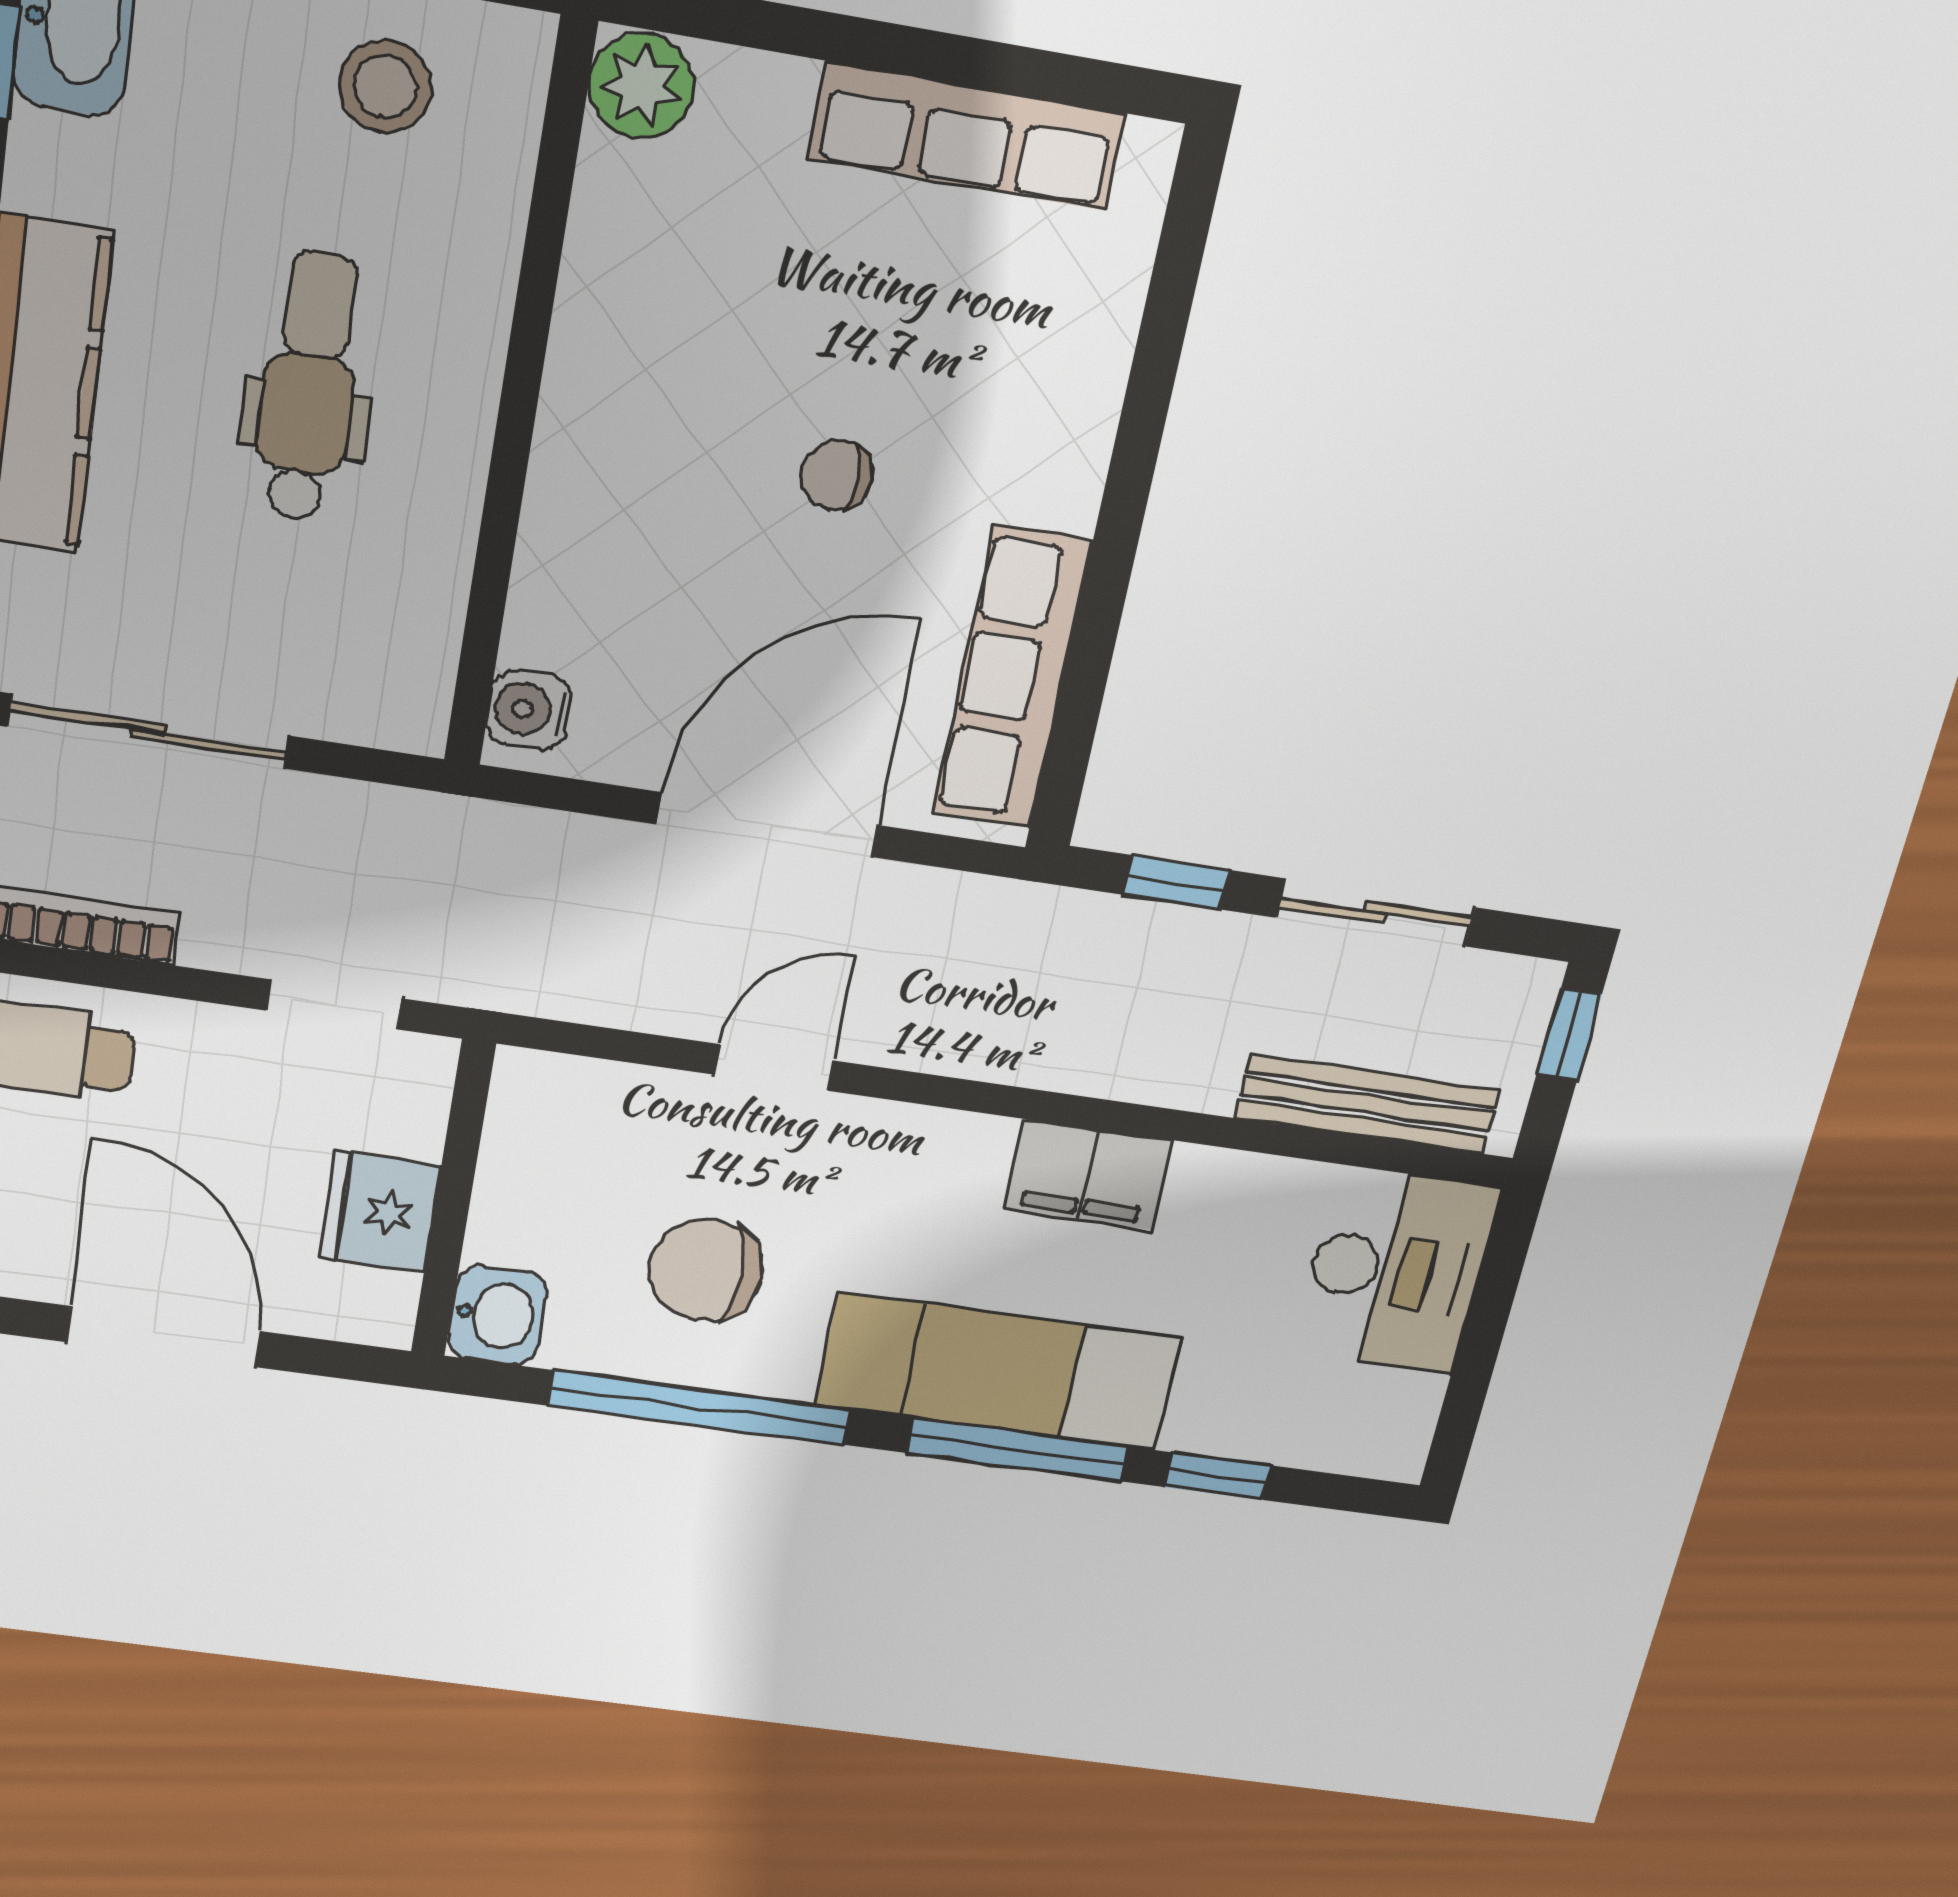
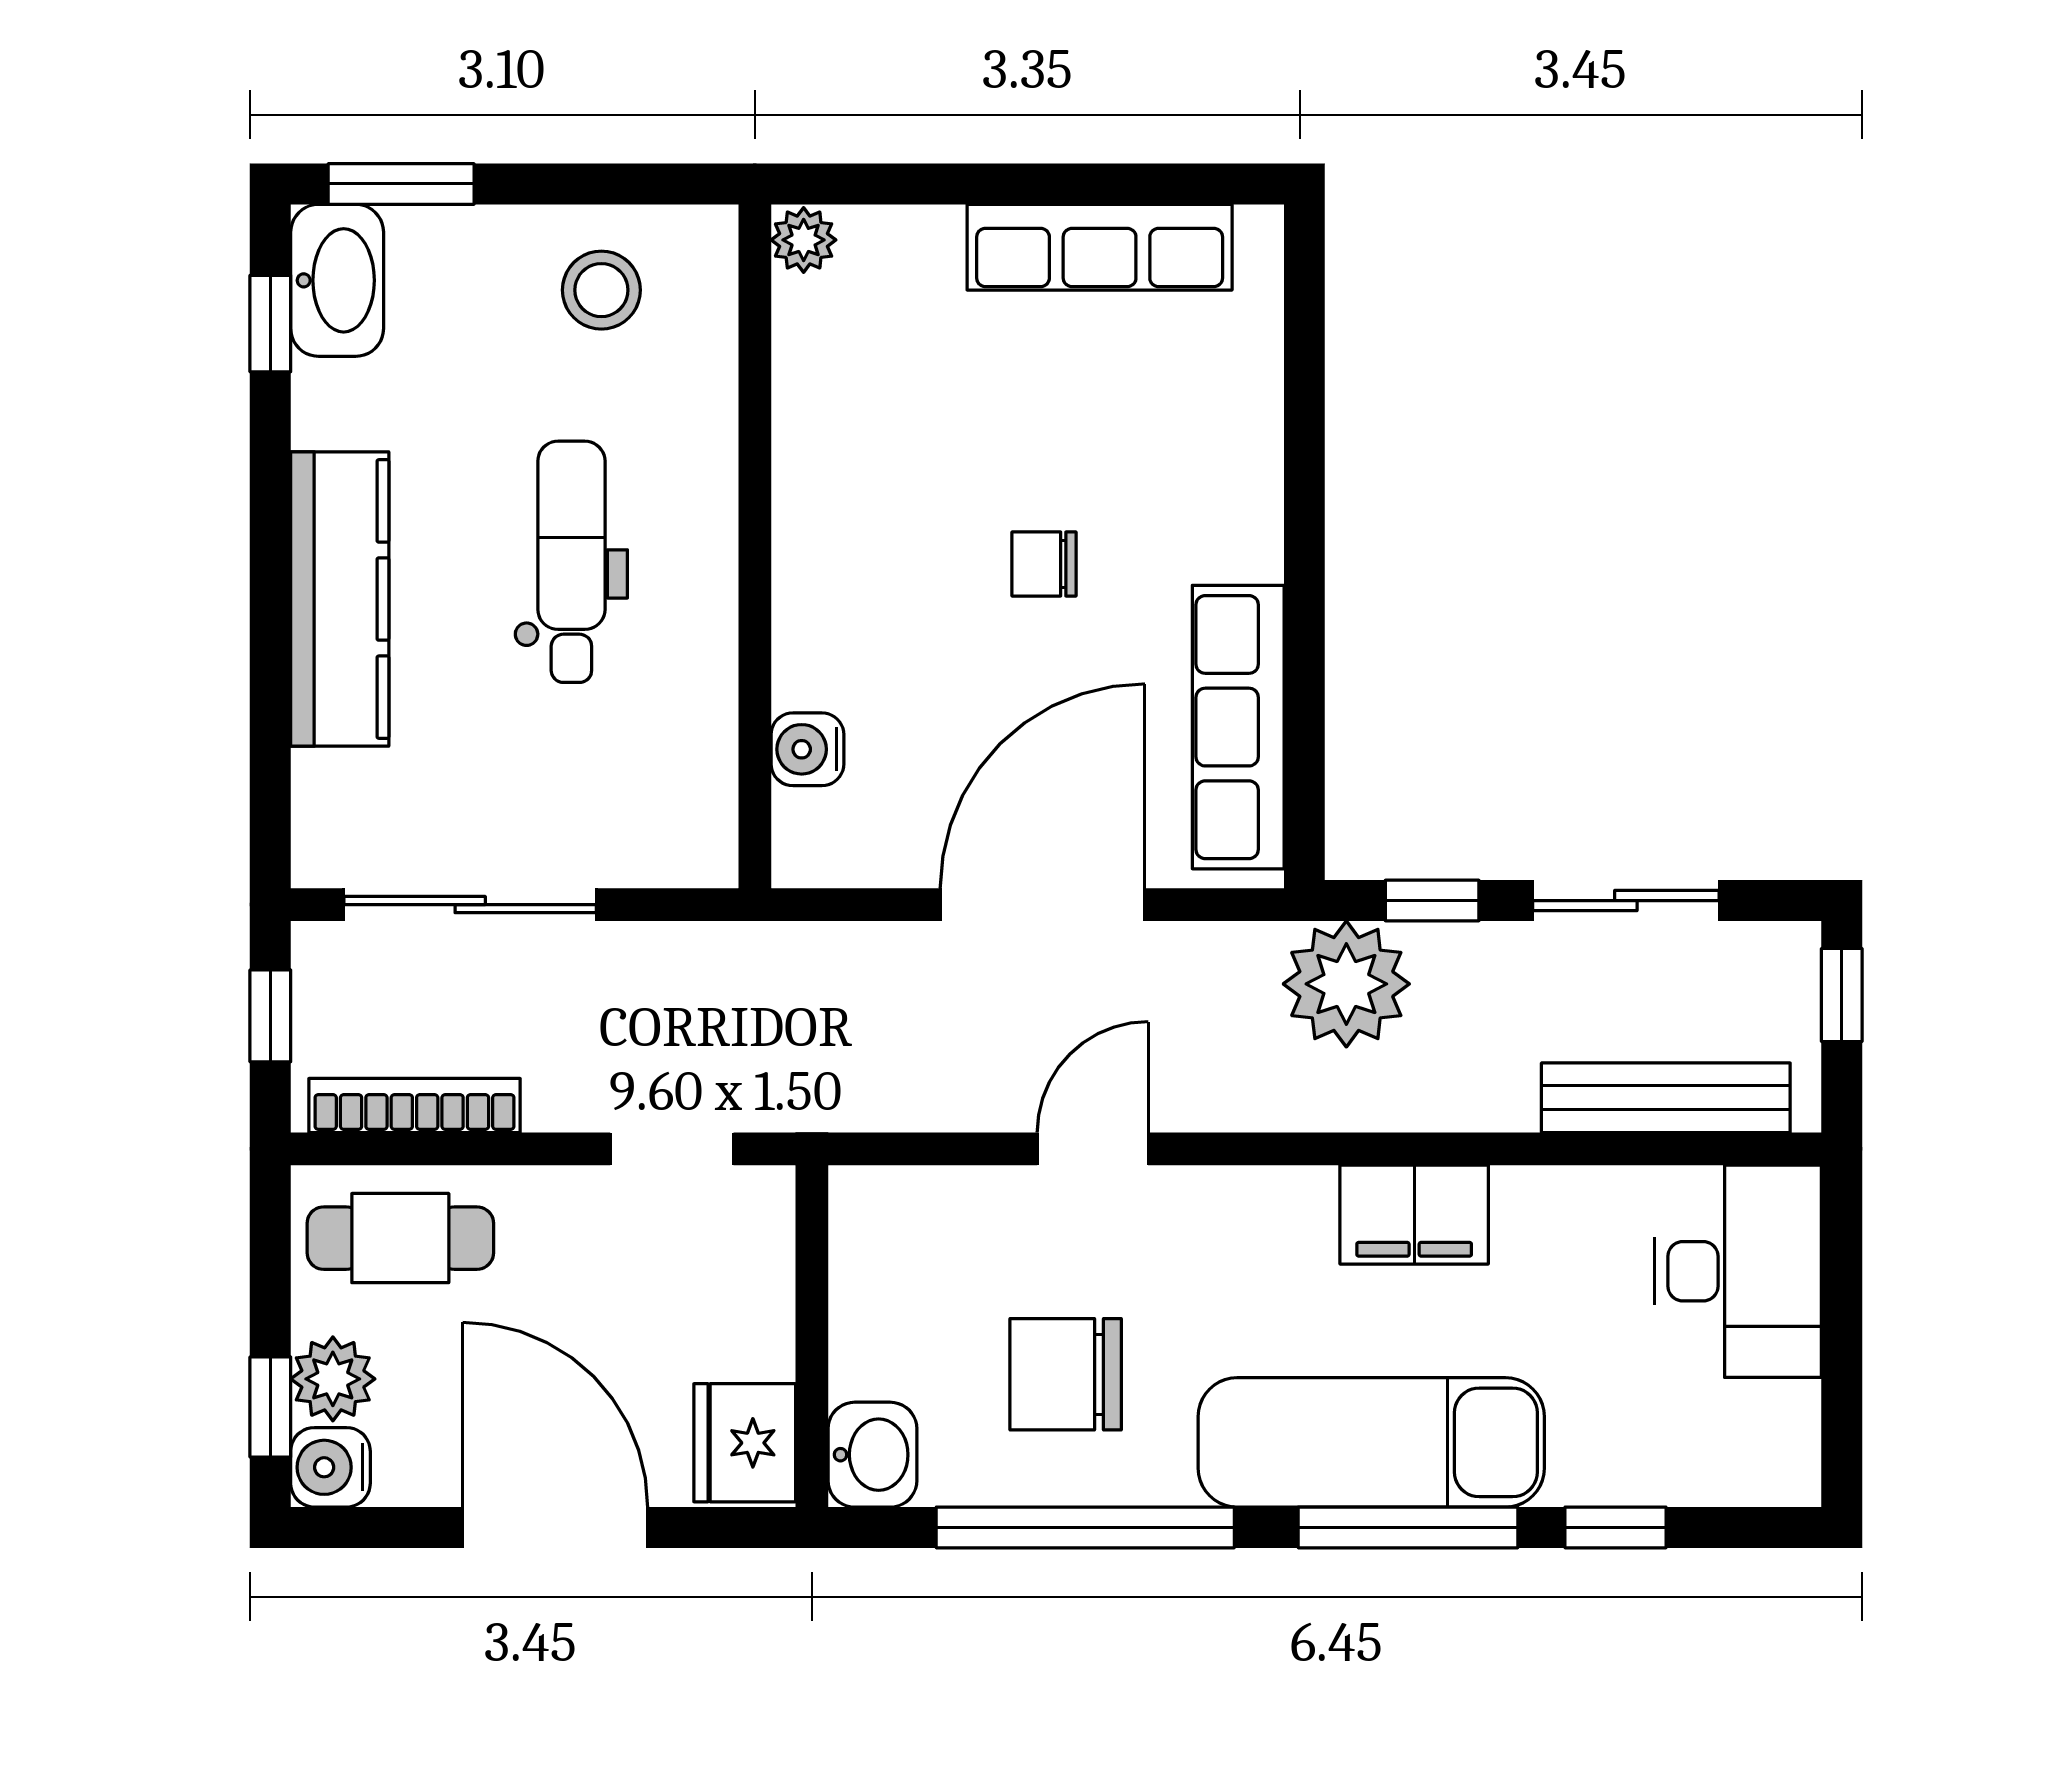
plant: (641, 86) -> (804, 240), width x0.73, depth x0.73
water cooler: (529, 710) -> (807, 749), moved
plant: (1069, 950) -> (1346, 984), added
fridge: (380, 1212) -> (745, 1443), moved

